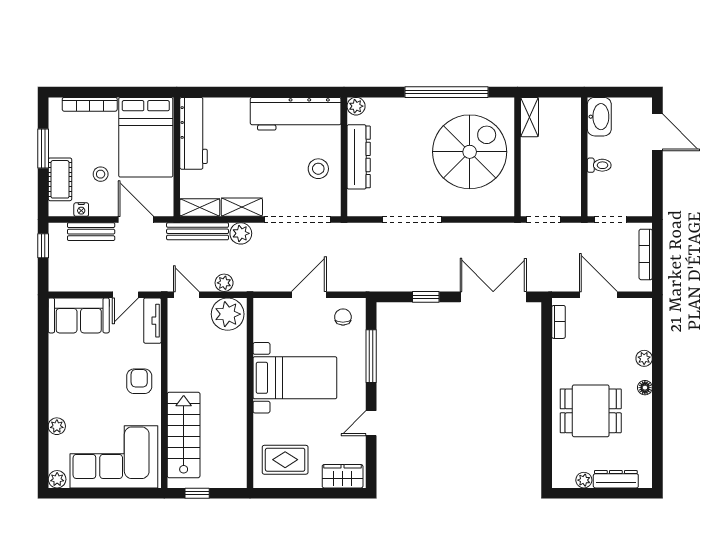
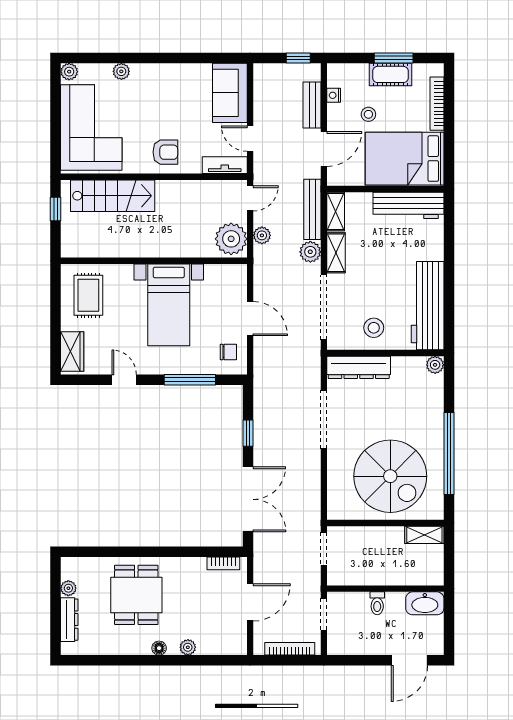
dresser: (359, 157) -> (359, 367), moved
cot: (60, 179) -> (390, 74), moved

